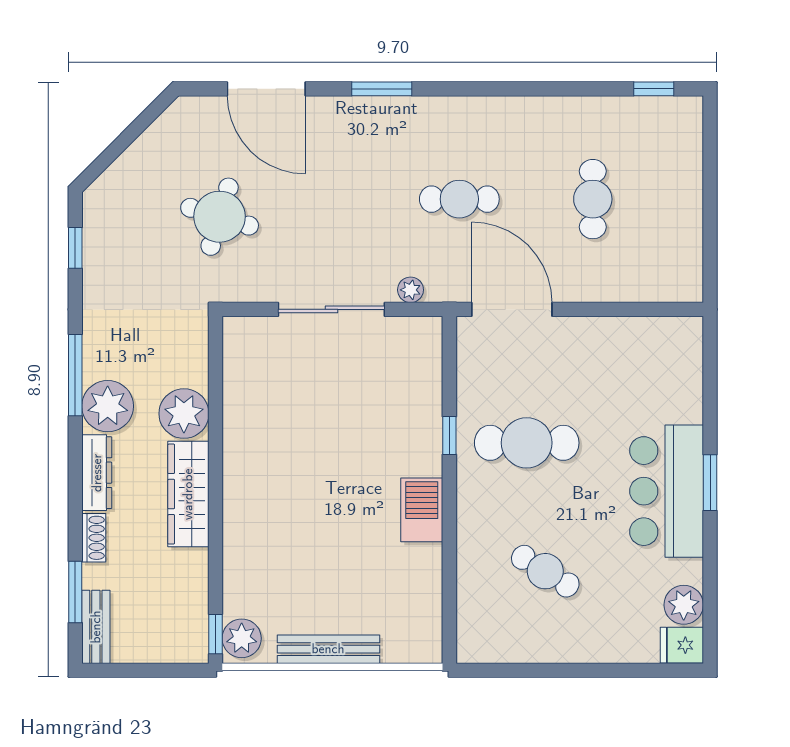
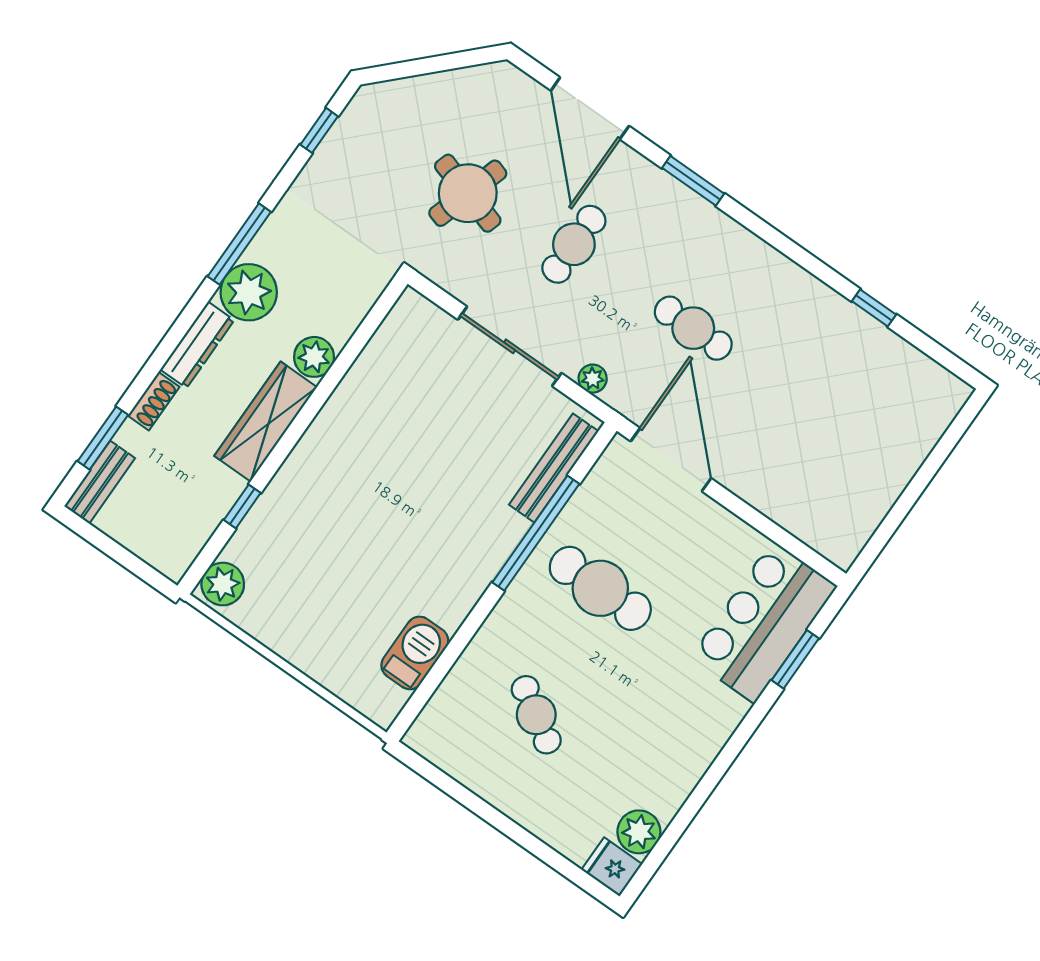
window: (654, 89) -> (874, 308), moved
cafe table: (593, 199) -> (574, 244), moved
plant: (184, 414) -> (314, 357), width x0.73, depth x0.73
window: (449, 435) -> (536, 533), width x3.17
window: (710, 483) -> (795, 659), moved
bar counter: (667, 491) -> (763, 622), moved
barbecue: (422, 510) -> (415, 653), moved
window: (216, 634) -> (242, 506), moved
bench: (328, 649) -> (554, 468), moved, turned 90

